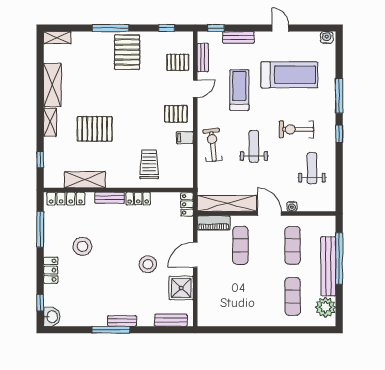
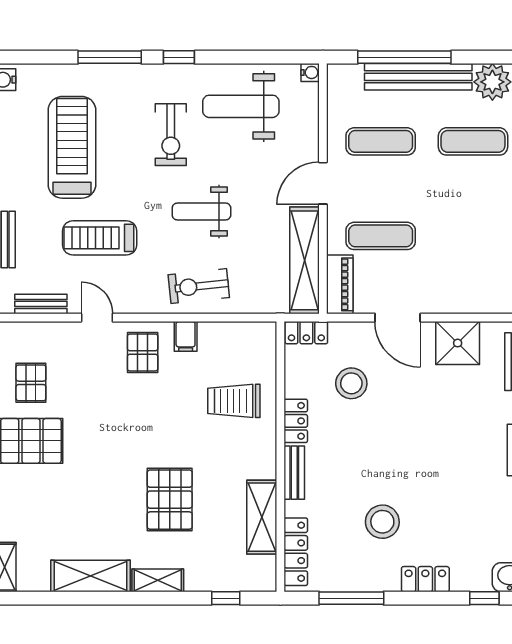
pallet: (178, 62) -> (31, 383), moved
weight bench: (312, 168) -> (241, 106), width x1.36, depth x1.33
water cooler: (292, 206) -> (310, 72), moved
stool: (148, 264) -> (351, 383), moved

